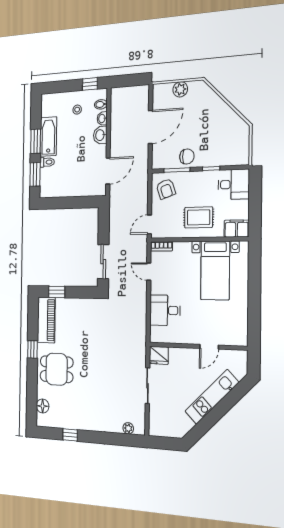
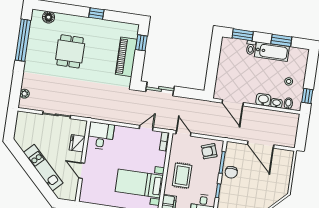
plant: (180, 89) -> (285, 174), removed
window: (36, 141) -> (281, 40), moved
desk: (165, 310) -> (101, 136), moved
piano: (46, 320) -> (126, 57), moved, turned 90
fridge: (159, 355) -> (77, 143), moved
dining table: (57, 369) -> (70, 51), moved
window: (70, 435) -> (23, 40), width x3.17

